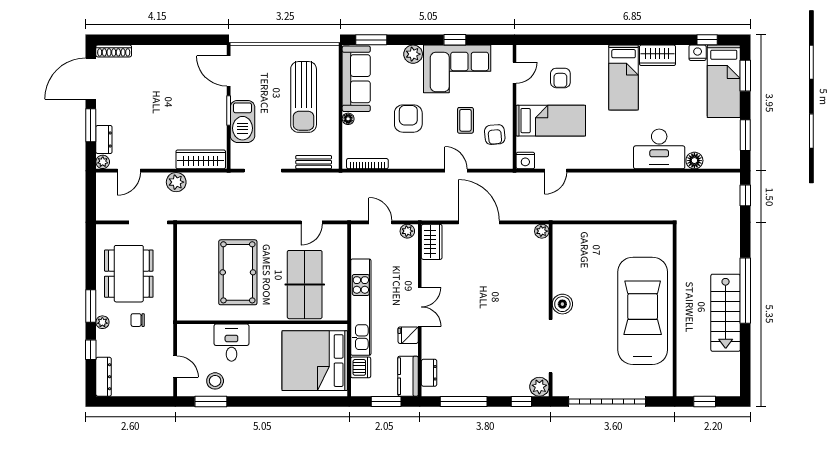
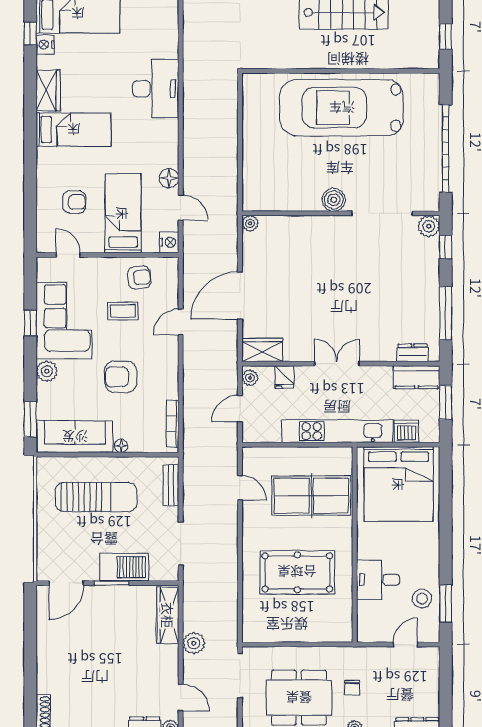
floor lamp: (694, 161) -> (169, 178), moved
fridge: (408, 335) -> (284, 377), moved

